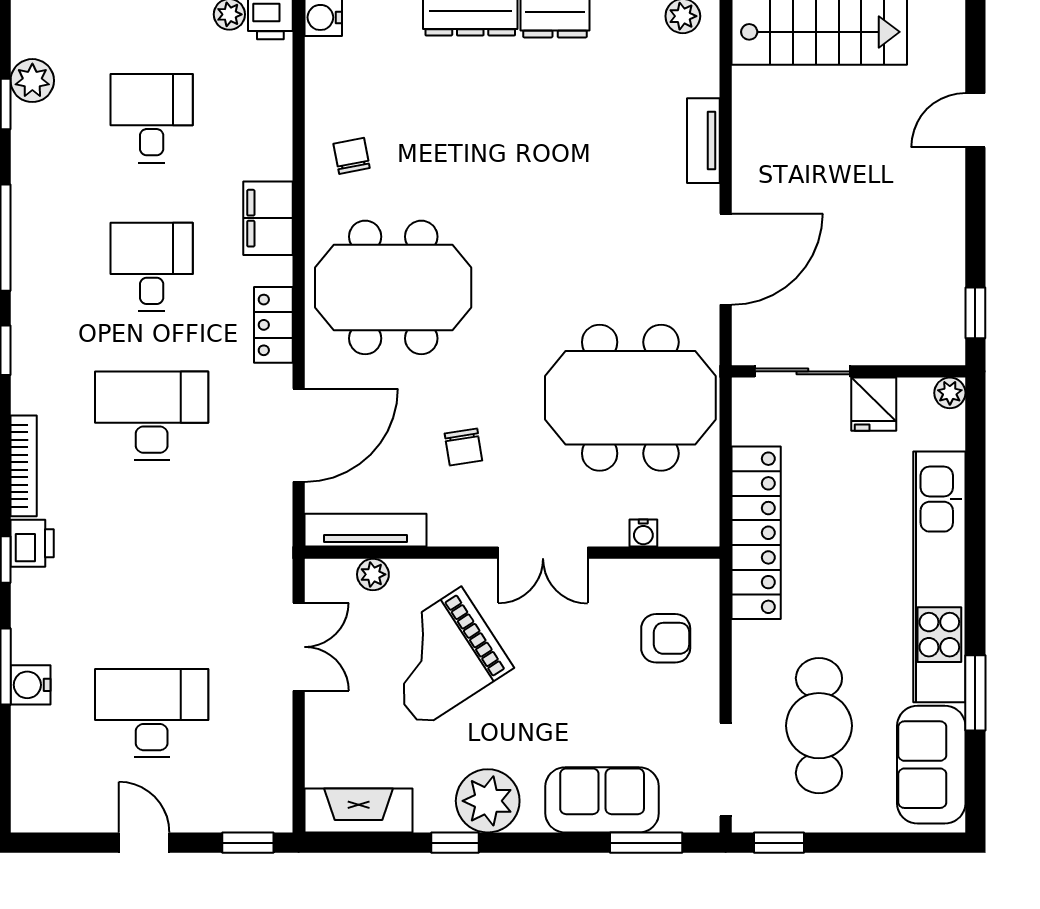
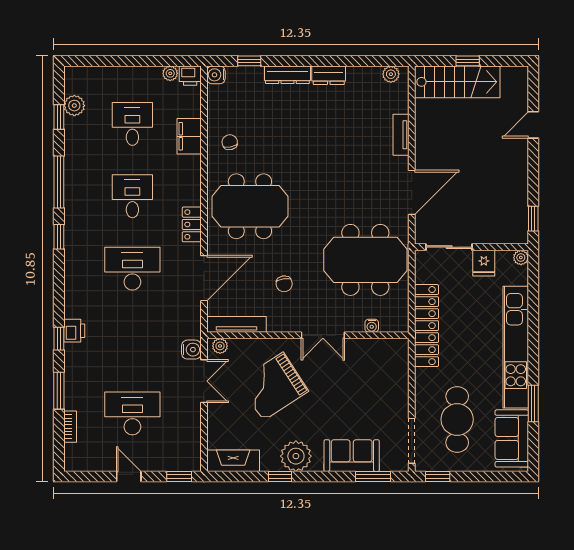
filing cabinet: (268, 218) -> (189, 136), moved
bookcase: (24, 466) -> (70, 427), moved, width x0.64
plant: (373, 574) -> (220, 346), moved
armchair: (666, 638) -> (383, 377), removed
water cooler: (30, 685) -> (191, 350), moved, turned 180

